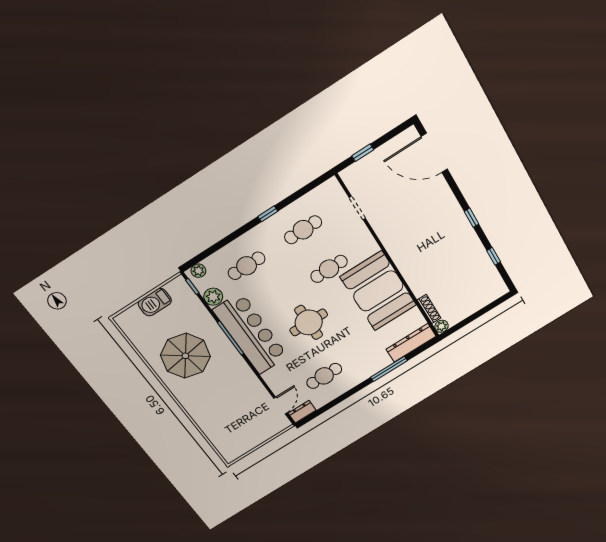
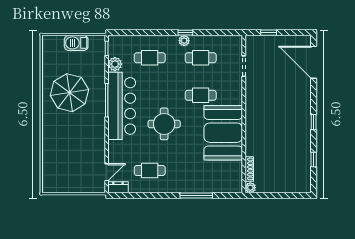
plant: (198, 271) -> (184, 41), moved
dresser: (411, 343) -> (223, 186), removed

